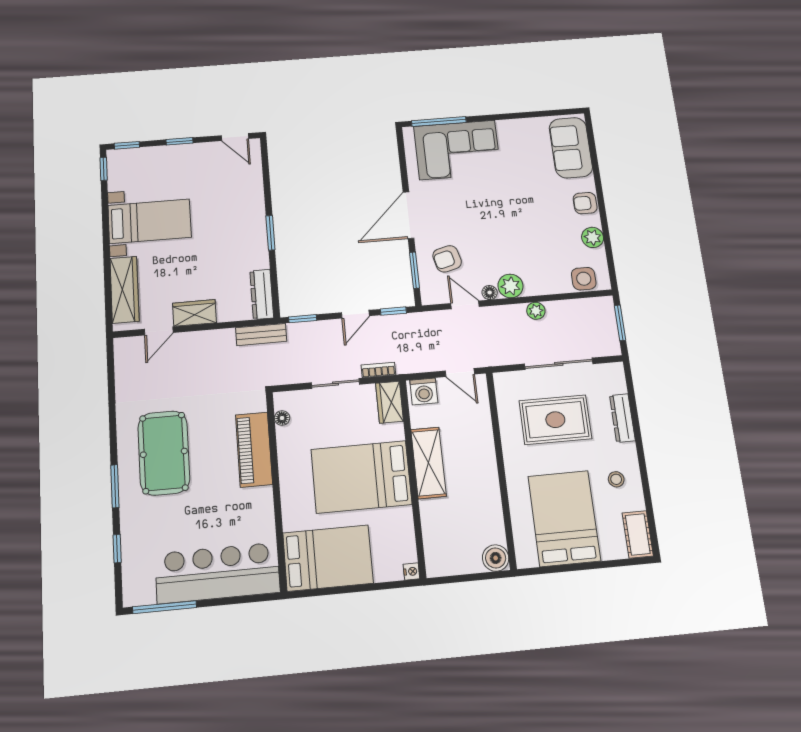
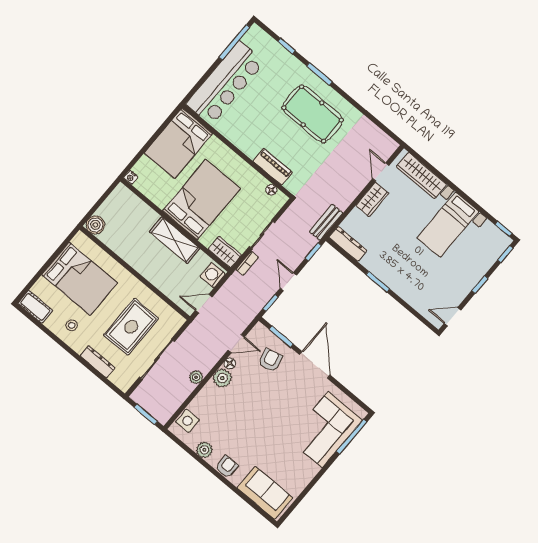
piano: (254, 450) -> (273, 167), width x0.73, depth x0.75

